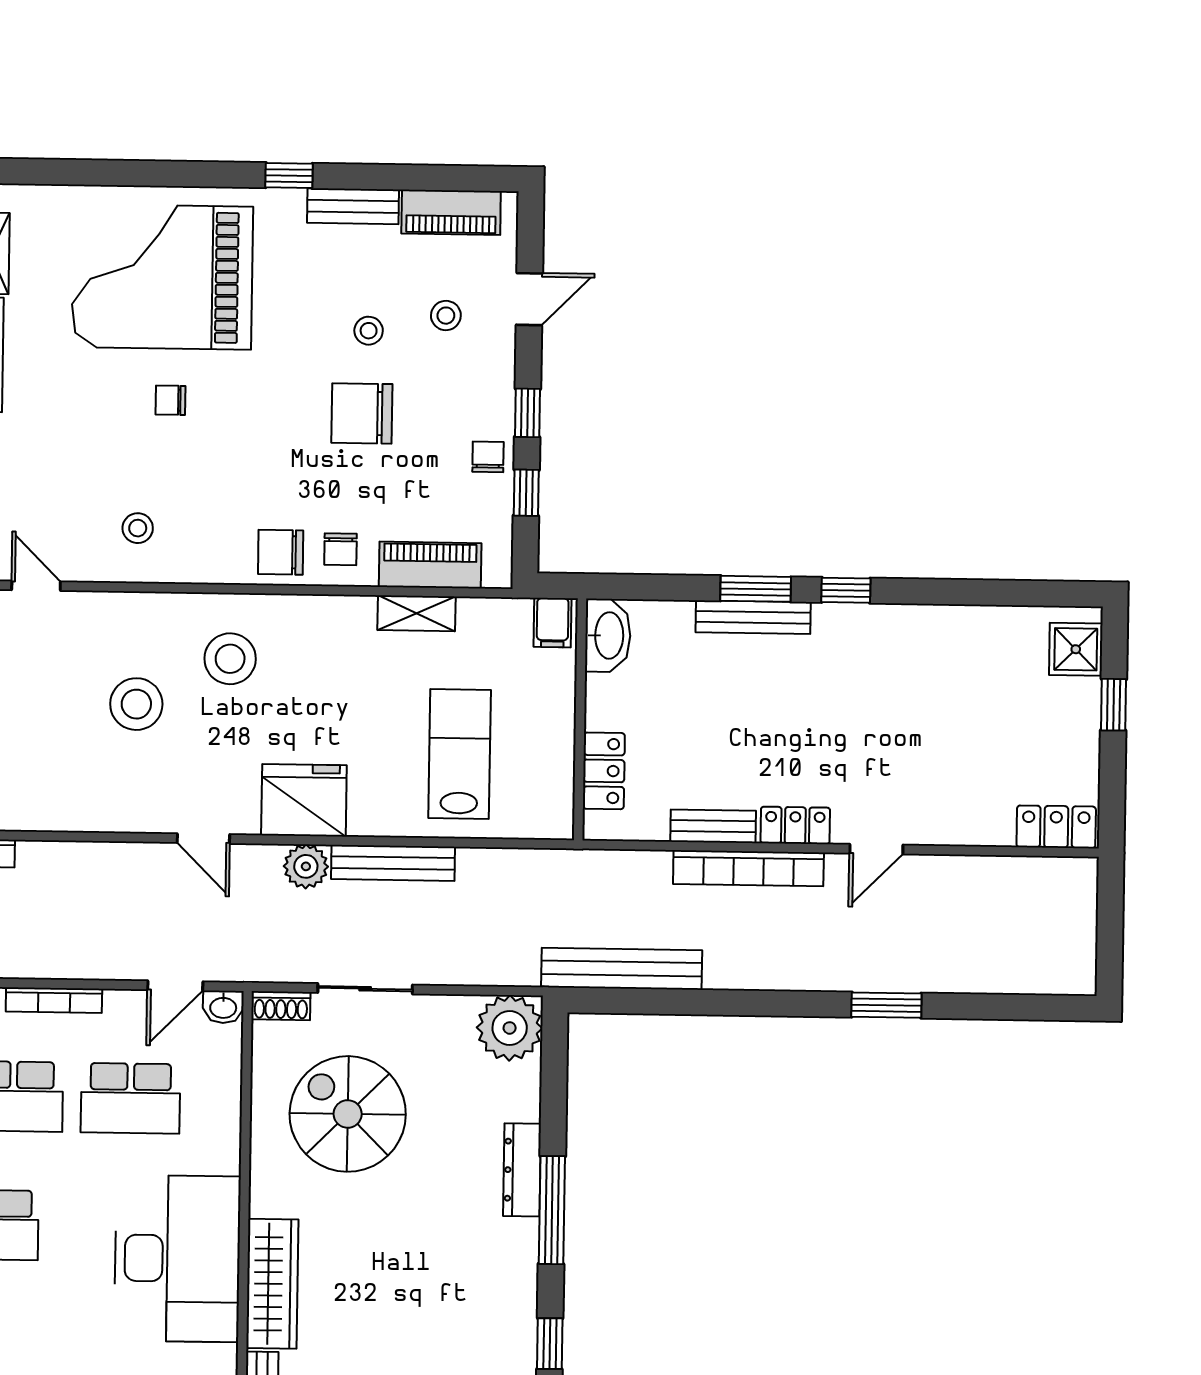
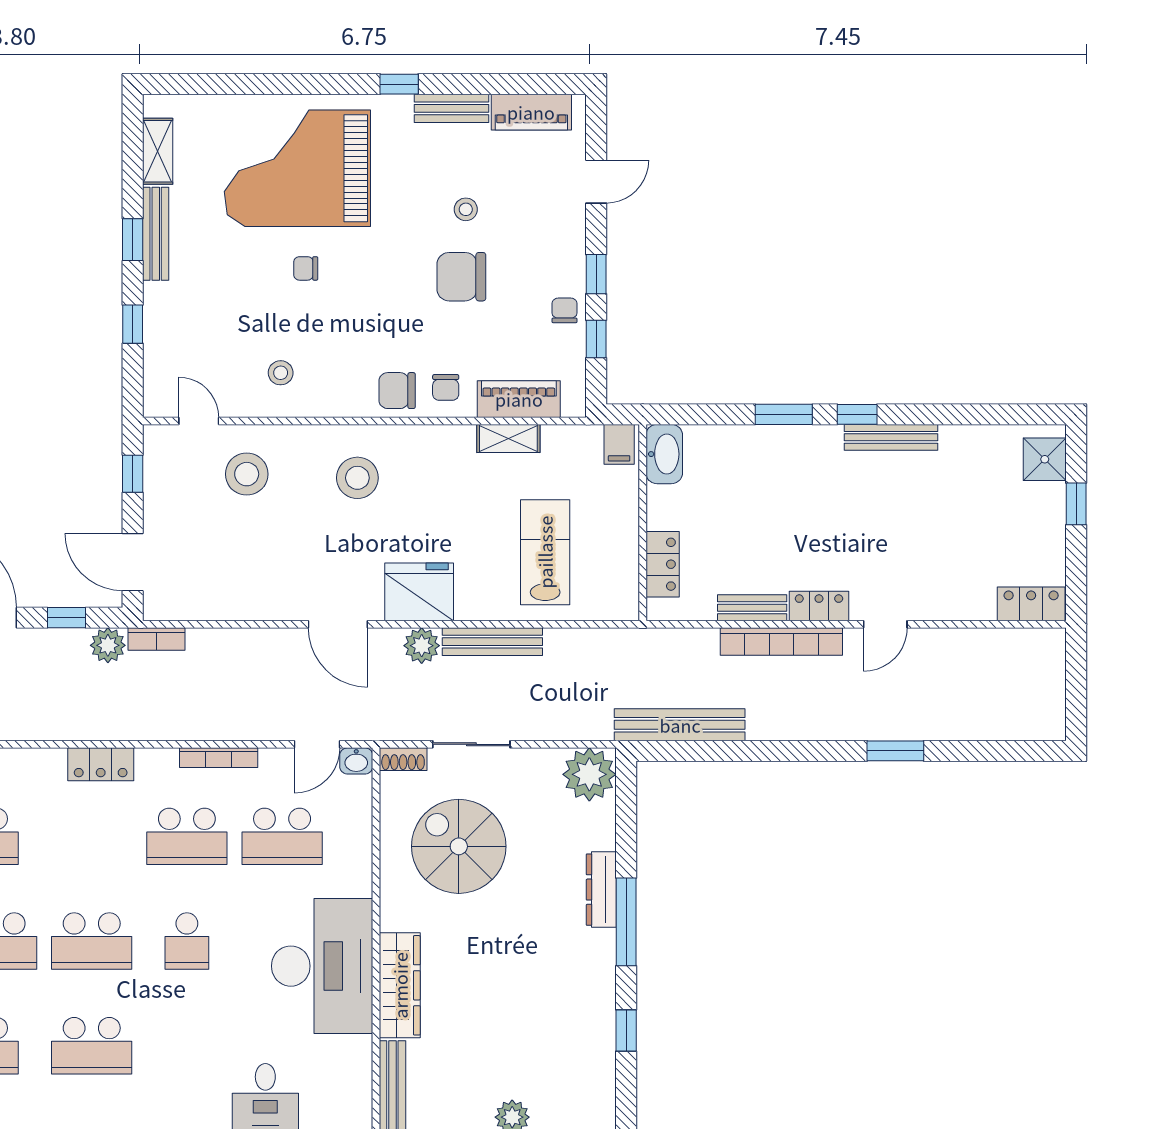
stool: (446, 316) -> (528, 196), removed
bench: (753, 617) -> (891, 437), moved
stool: (136, 704) -> (247, 474), moved
door: (203, 839) -> (338, 624), width x1.38

